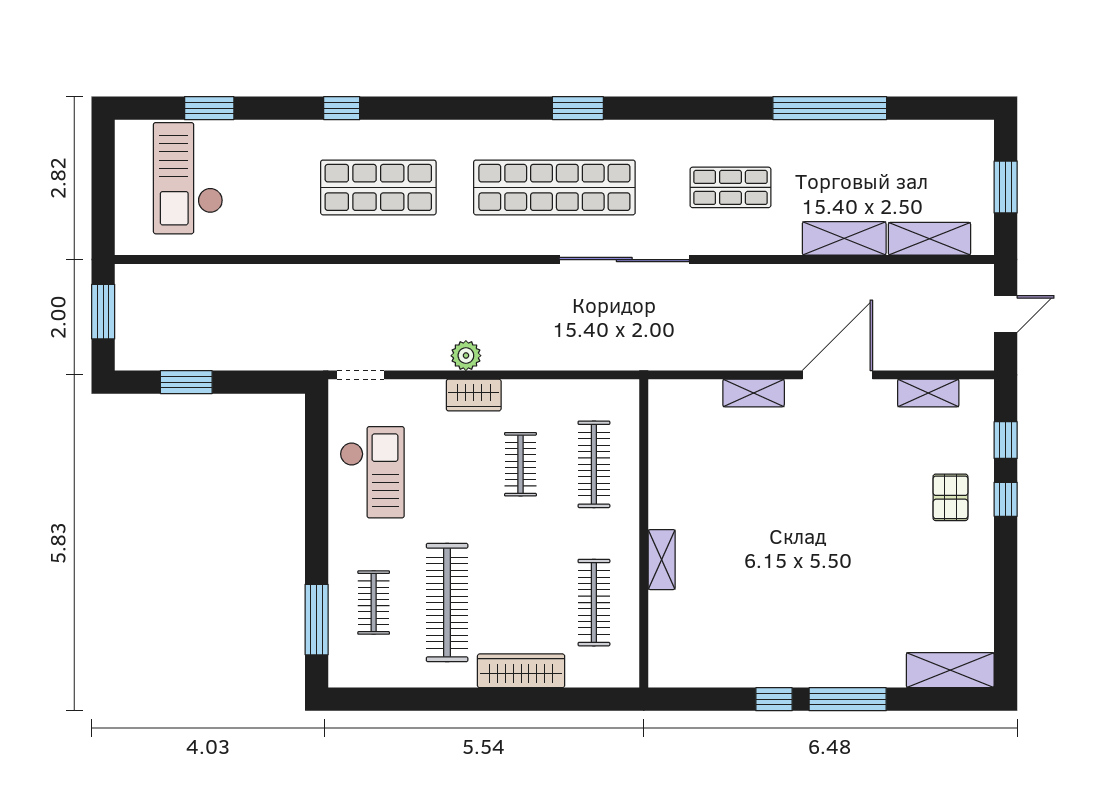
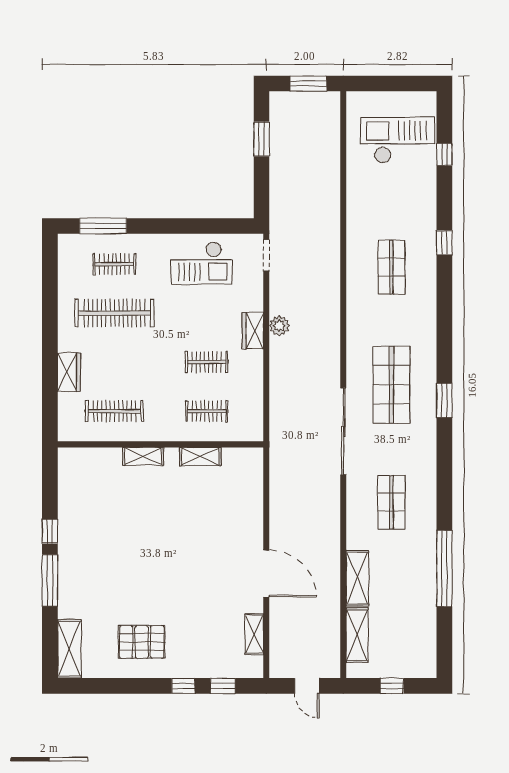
window: (209, 108) -> (444, 154), width x0.67
shop shelf: (378, 187) -> (391, 267), width x0.70, depth x0.74
shop shelf: (554, 187) -> (391, 385), width x0.71
window: (1006, 187) -> (392, 686), width x0.67
shelving: (754, 393) -> (200, 456), moved, turned 90
clothes rail: (594, 464) -> (207, 411), width x0.73
pallet: (950, 497) -> (142, 642), moved, width x1.50, depth x1.42
wardrobe: (521, 671) -> (69, 372), width x0.67

